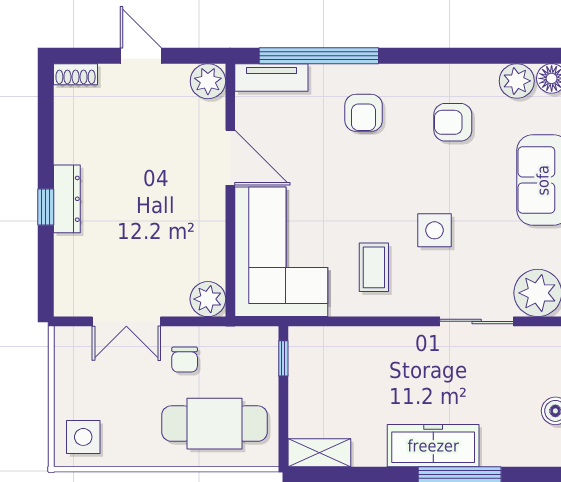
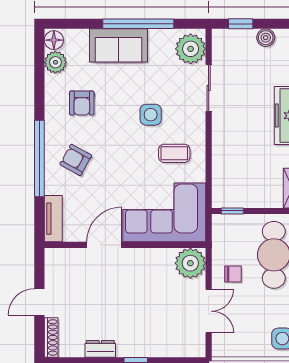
window: (319, 56) -> (39, 158), moved
shoe rack: (76, 74) -> (51, 337), width x1.43
plant: (208, 81) -> (56, 259), removed
armchair: (364, 113) -> (76, 160), turned -151
dresser: (67, 199) -> (100, 349), moved, width x0.70
plant: (208, 299) -> (190, 263), width x1.36, depth x1.36

